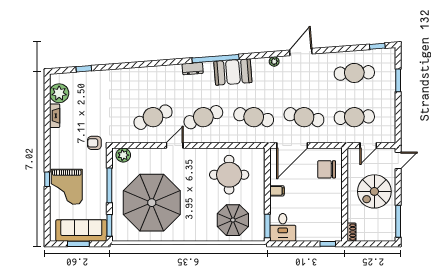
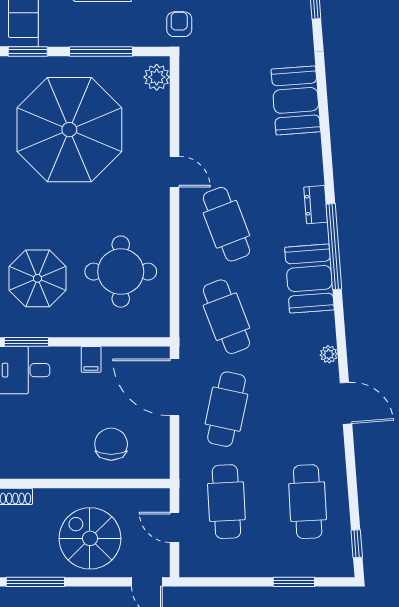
booth: (136, 79) -> (296, 100), added
cafe table: (153, 117) -> (226, 132), removed
cafe table: (254, 117) -> (226, 317), turned -33
chair: (327, 169) -> (111, 444), moved

